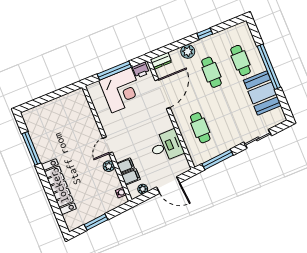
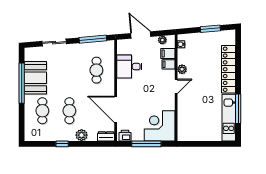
window: (269, 67) -> (22, 83), moved
corner desk: (121, 90) -> (160, 126), moved
door: (162, 94) -> (116, 109), hinge flipped
kitchen unit: (38, 135) -> (229, 118), added

